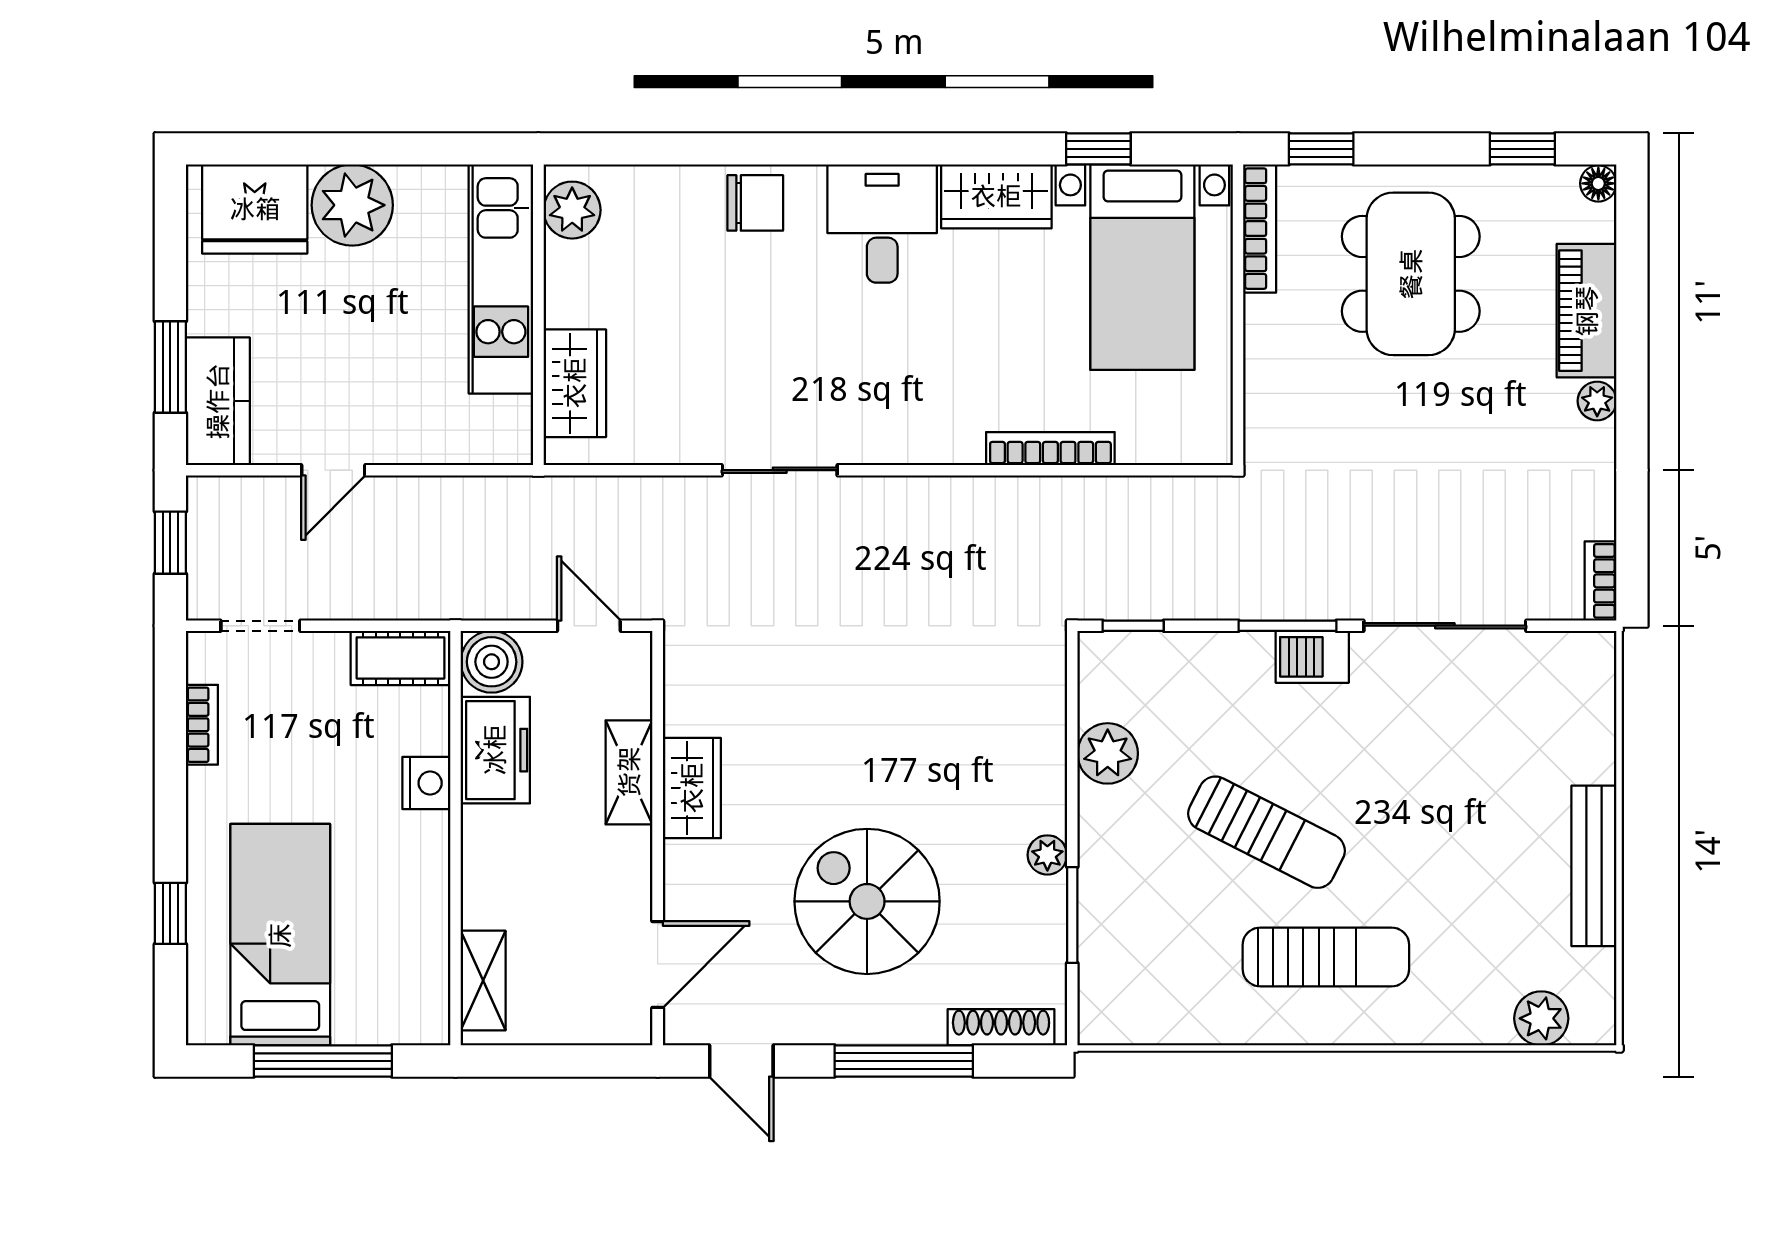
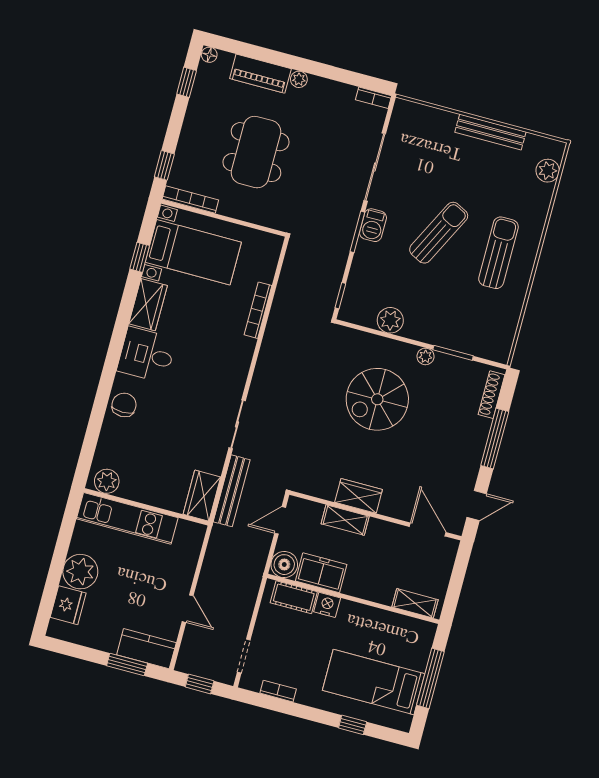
fridge: (255, 209) -> (68, 605), width x0.73, depth x0.75
dining table: (1411, 274) -> (256, 152), moved, turned 90
wardrobe: (575, 383) -> (202, 496), moved, turned -90
bench: (626, 498) -> (232, 491), added
cot: (400, 658) -> (294, 597), moved, turned 90
sun lounger: (1267, 832) -> (439, 233), moved
spiral stairs: (867, 901) -> (377, 399), moved

